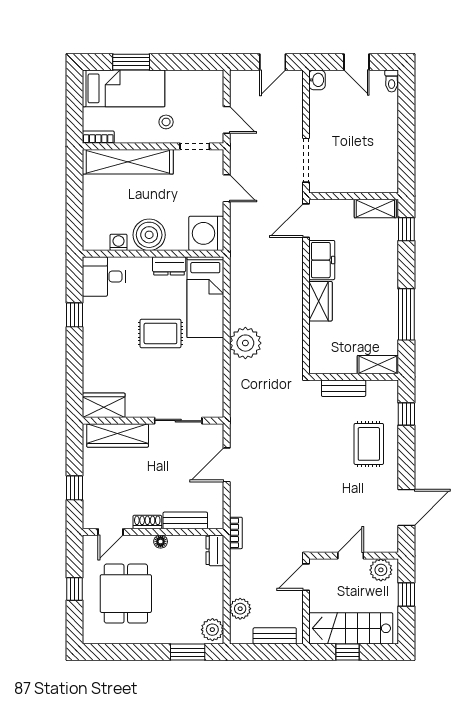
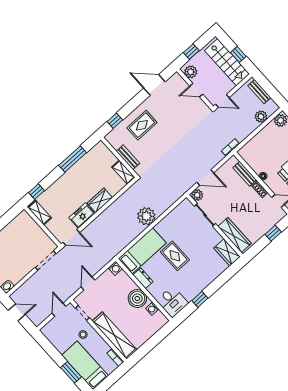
washing machine: (206, 233) -> (115, 268), width x0.53, depth x0.53
shelving: (378, 365) -> (123, 172), moved
plant: (213, 434) -> (197, 195), added
dresser: (215, 550) -> (246, 150), removed

